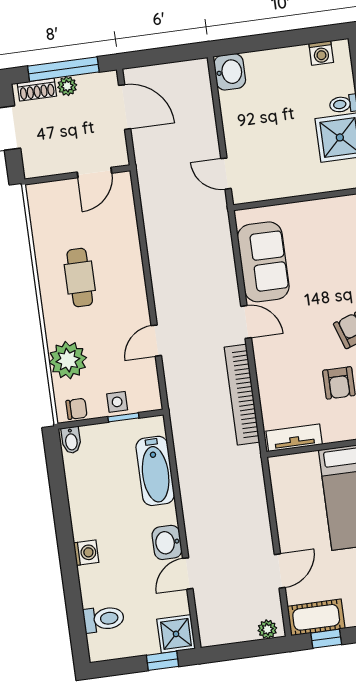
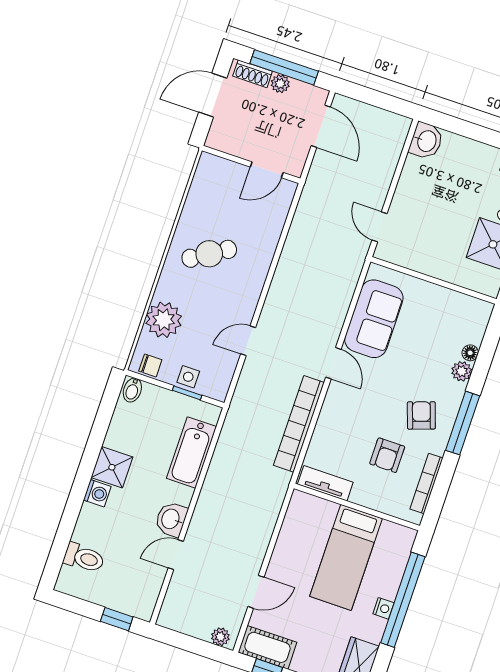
cafe table: (80, 278) -> (209, 254), turned 58
shower: (176, 634) -> (112, 467), moved

